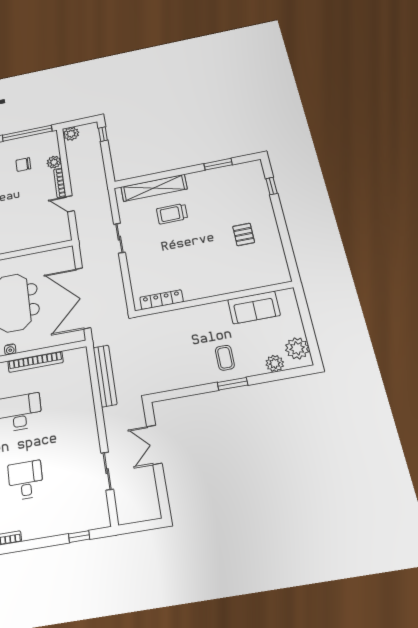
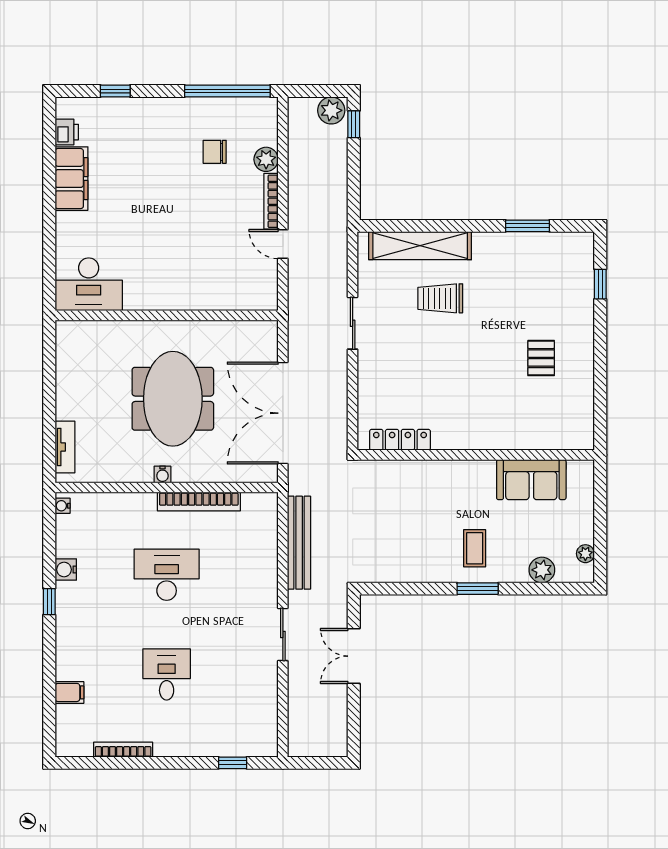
plant: (71, 134) -> (331, 110), moved
plant: (297, 348) -> (585, 554), width x0.53, depth x0.53
sliding door: (107, 471) -> (283, 634), moved

